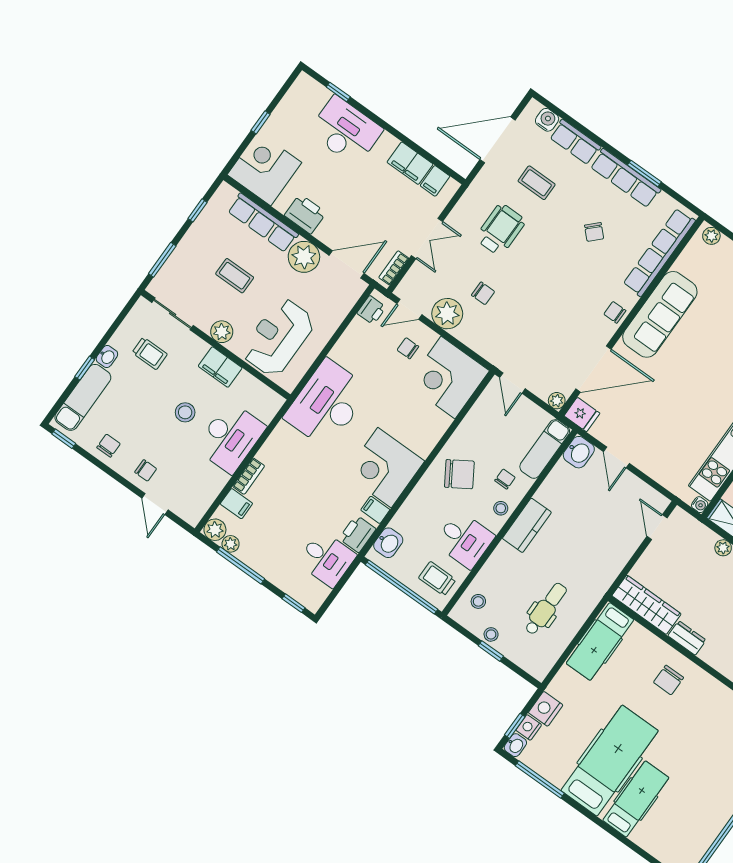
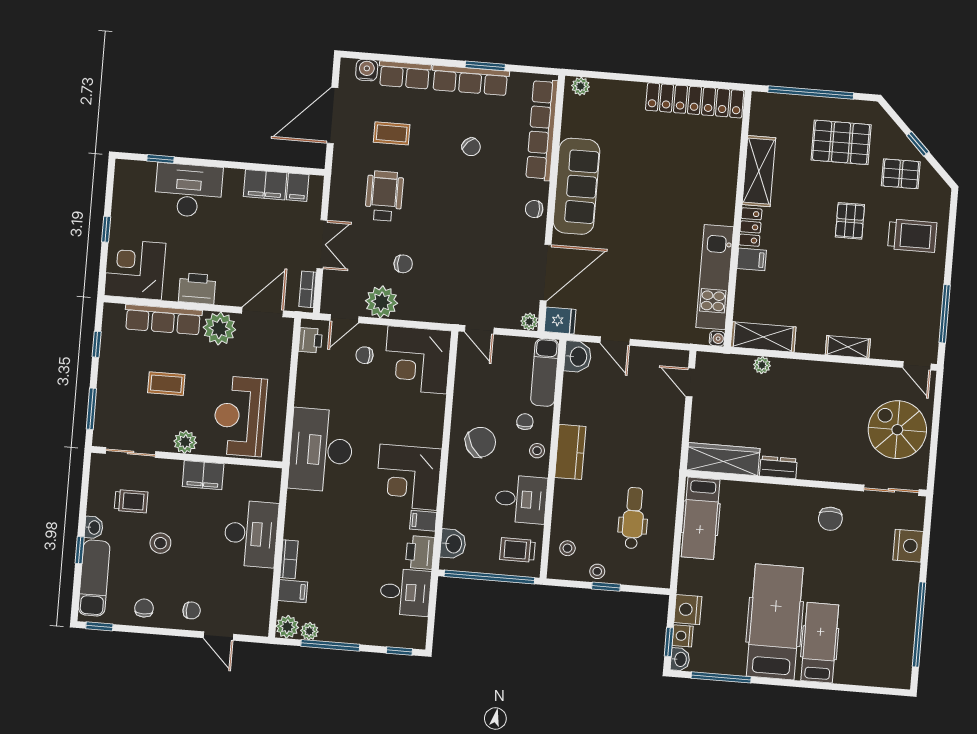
stool: (185, 412) -> (160, 543), moved
chair: (669, 680) -> (830, 519), moved

